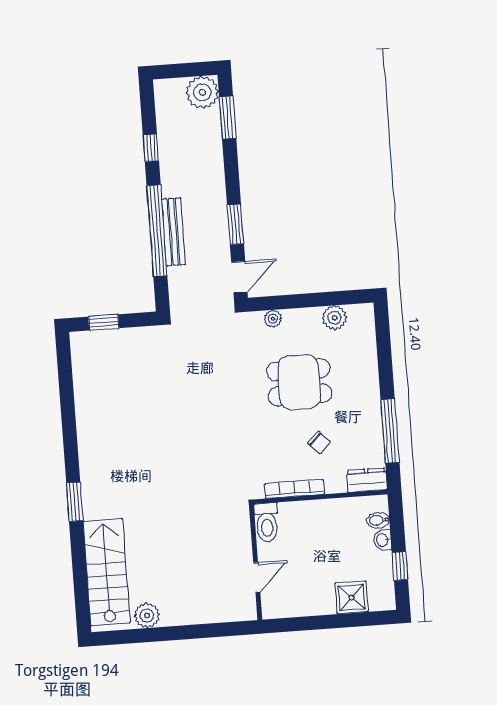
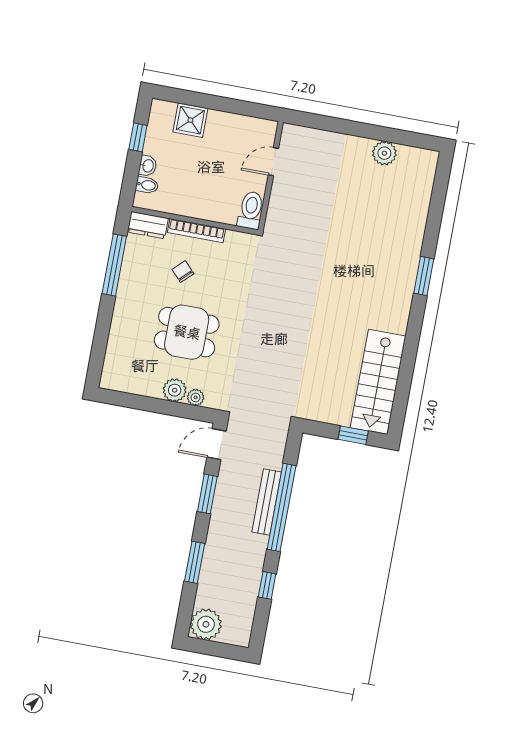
window: (228, 118) -> (195, 562), moved
plant: (334, 318) -> (175, 390), moved
bookcase: (294, 489) -> (196, 231), moved
stairs: (107, 572) -> (378, 382), moved

